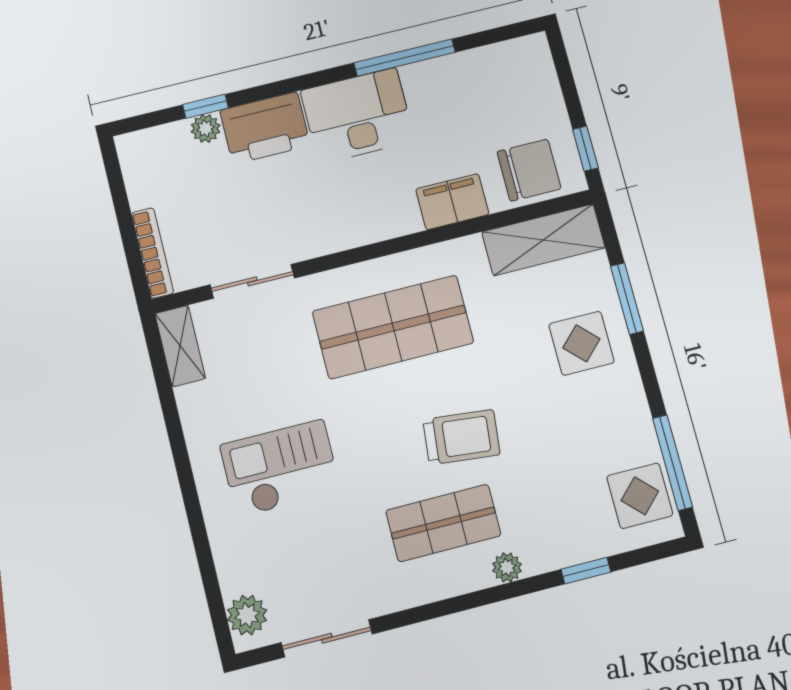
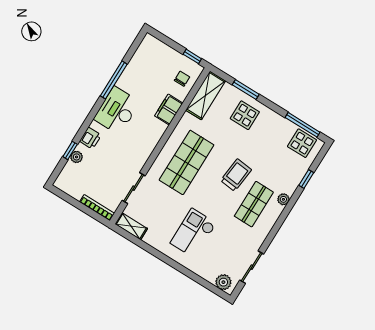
printer: (265, 128) -> (90, 138), width x0.53, depth x0.68
chair: (529, 170) -> (182, 79), width x0.54, depth x0.54

